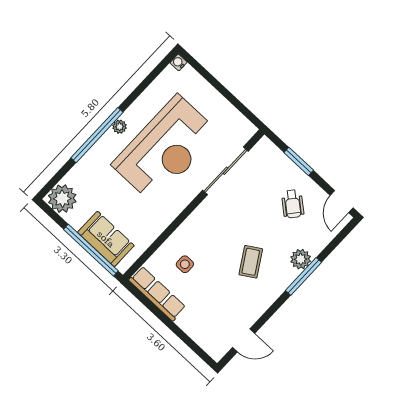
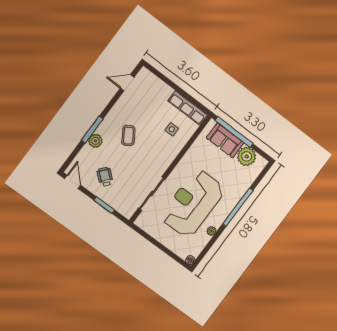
plant: (120, 127) -> (211, 231), moved
plant: (62, 199) -> (247, 156), moved

